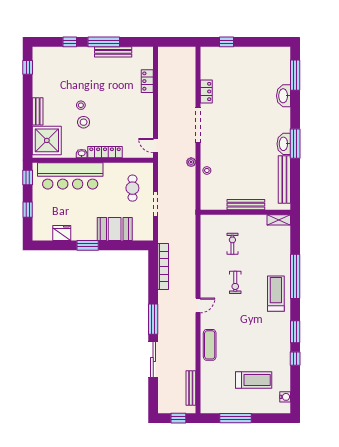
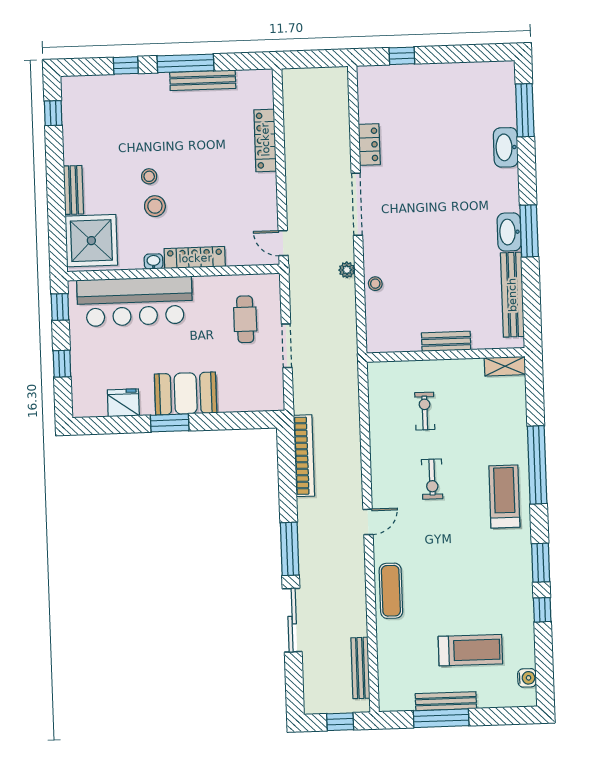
locker: (147, 81) -> (265, 140), width x1.53
bench: (246, 205) -> (446, 341), width x0.73
booth: (115, 229) -> (186, 393), moved
bench: (239, 408) -> (446, 701), added

